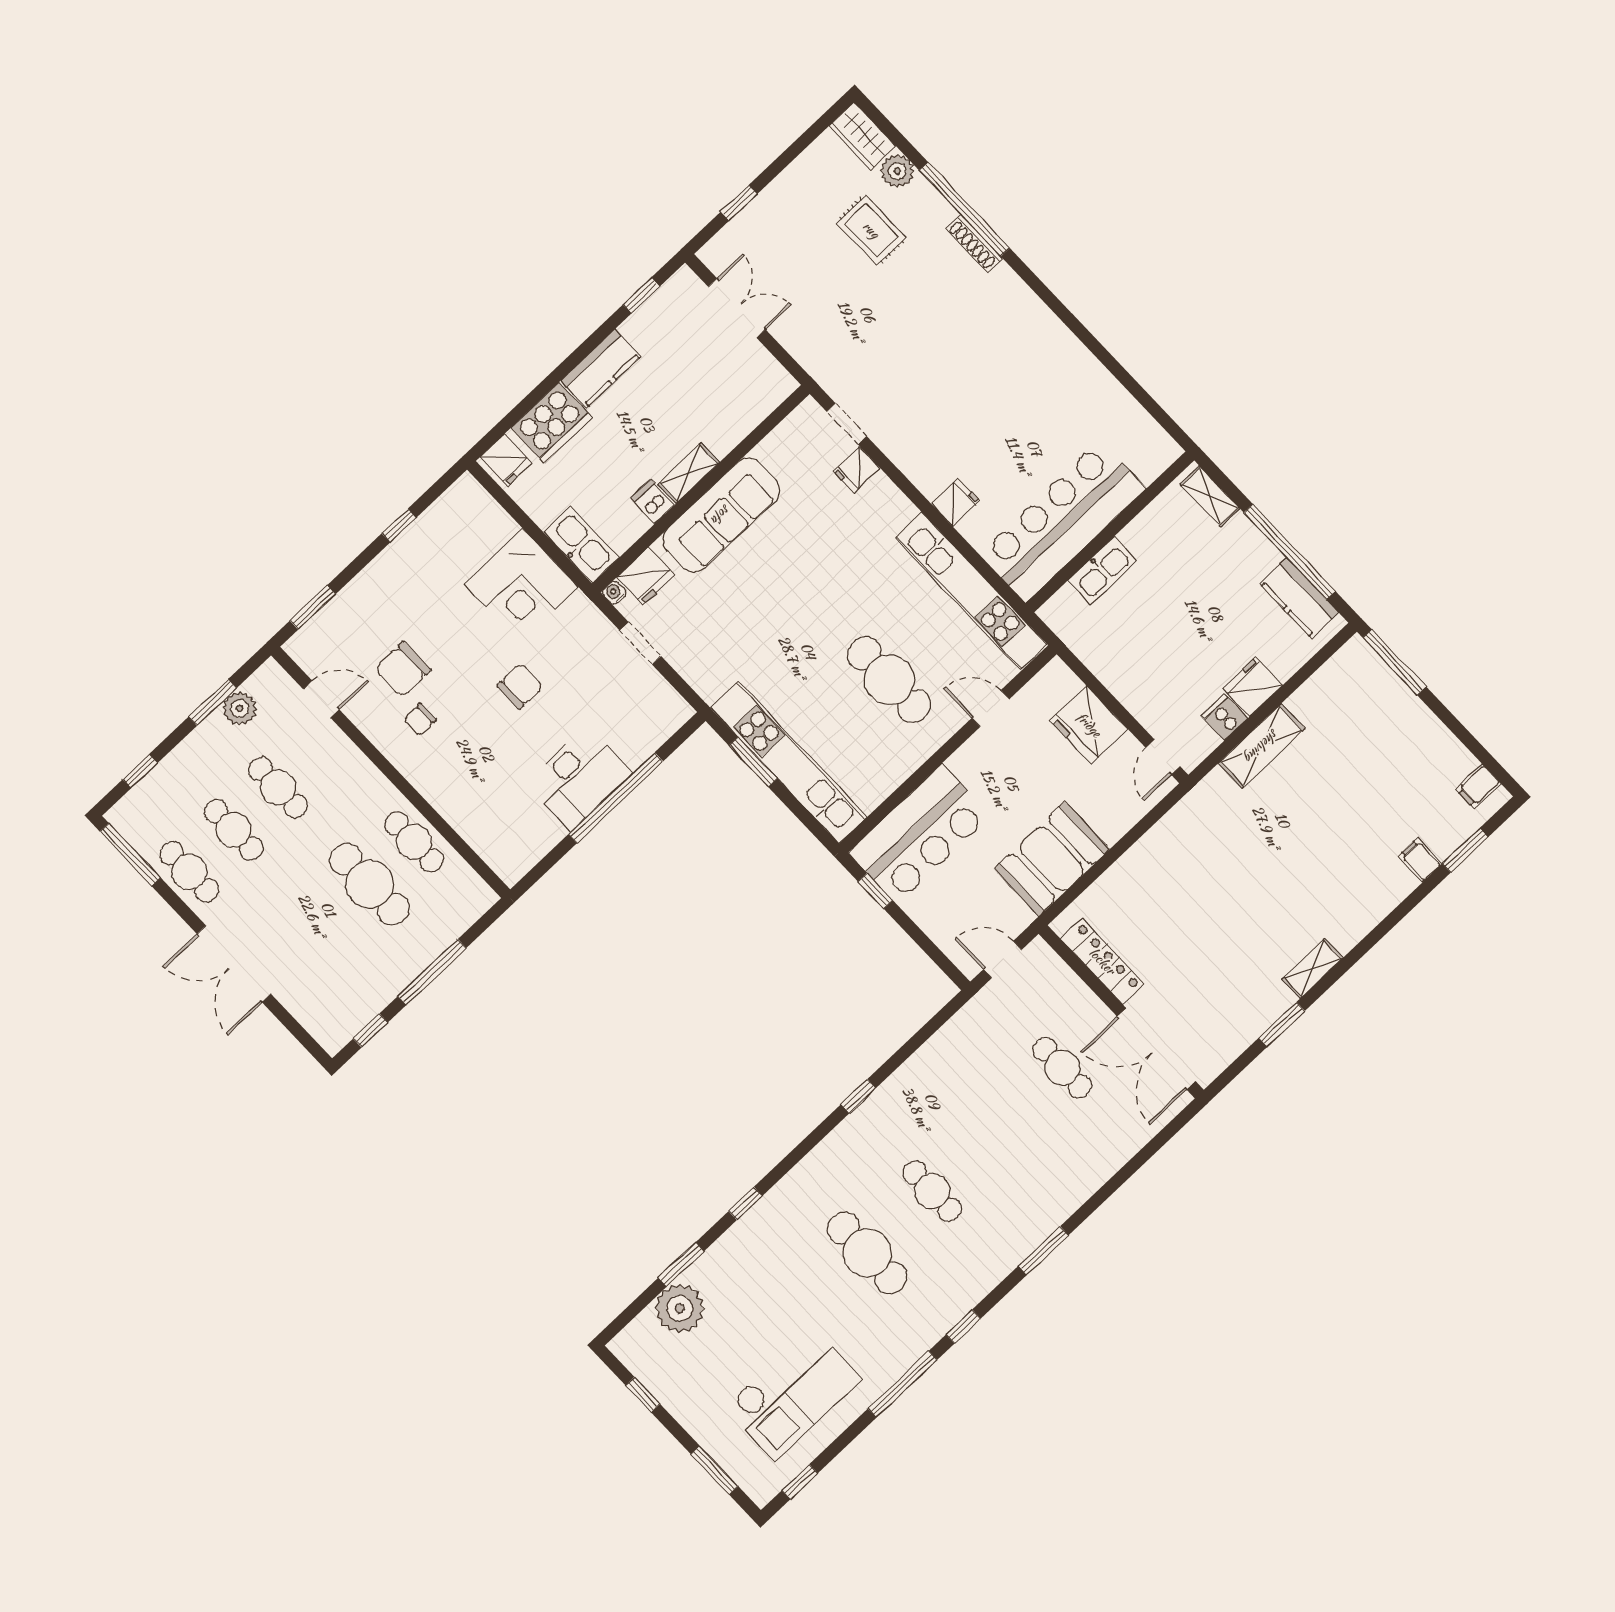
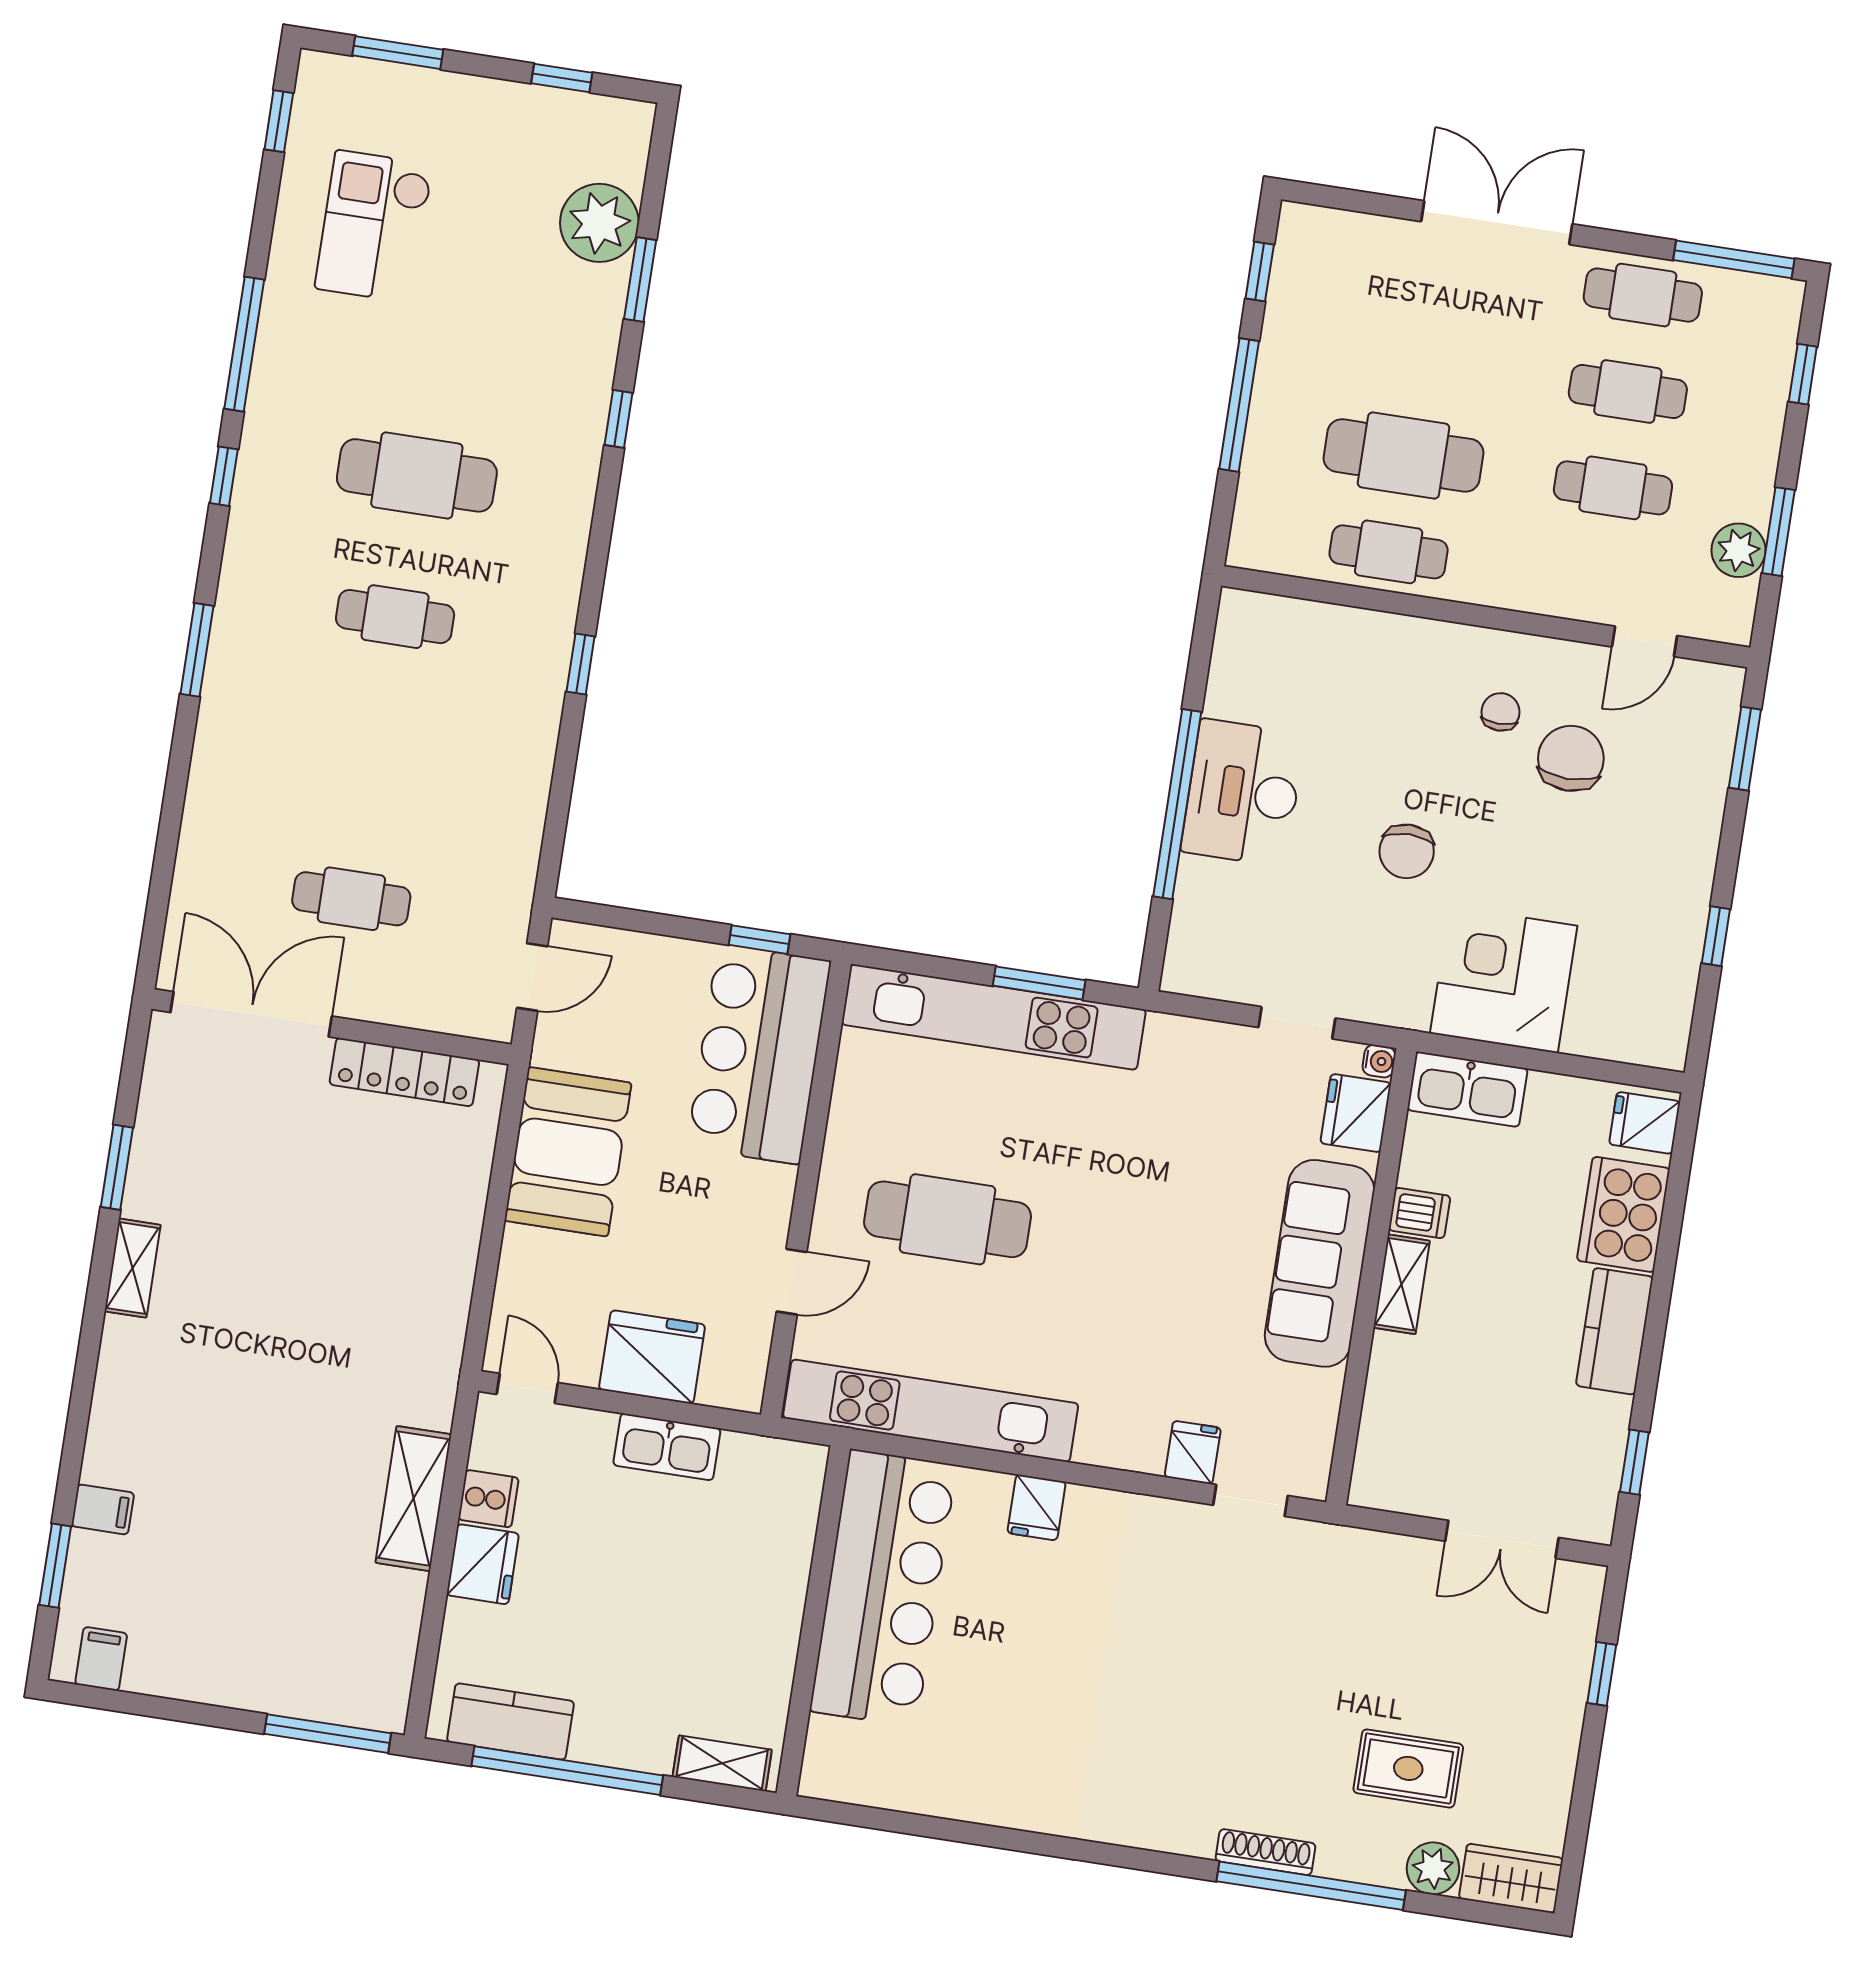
kitchen sink: (1102, 571) -> (667, 1447), moved, turned -90
checkout: (793, 1393) -> (374, 226), width x0.73, depth x0.83

